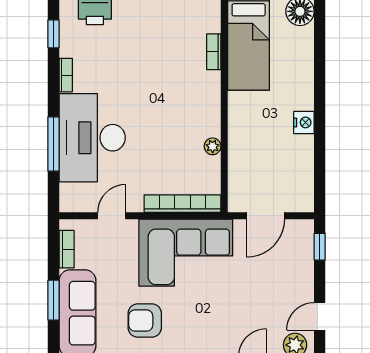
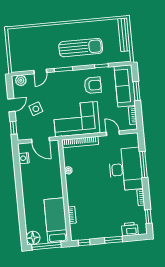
nightstand: (304, 122) -> (24, 158), moved
door: (112, 216) -> (113, 133), swing flipped
door: (265, 216) -> (40, 140), swing flipped
side table: (269, 282) -> (36, 109), added
door: (320, 316) -> (11, 105), moved

